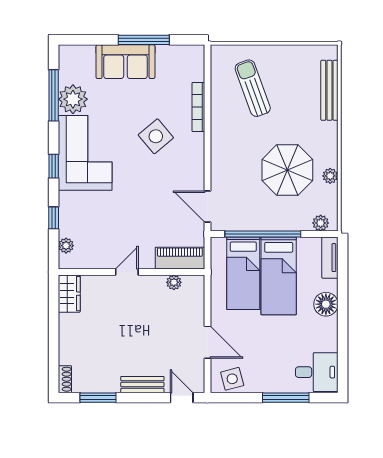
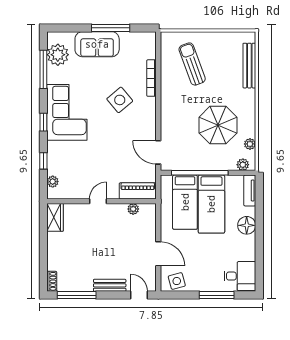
plant: (73, 99) -> (58, 55), moved
plant: (330, 176) -> (250, 144), moved
window: (98, 398) -> (77, 295), width x1.44

